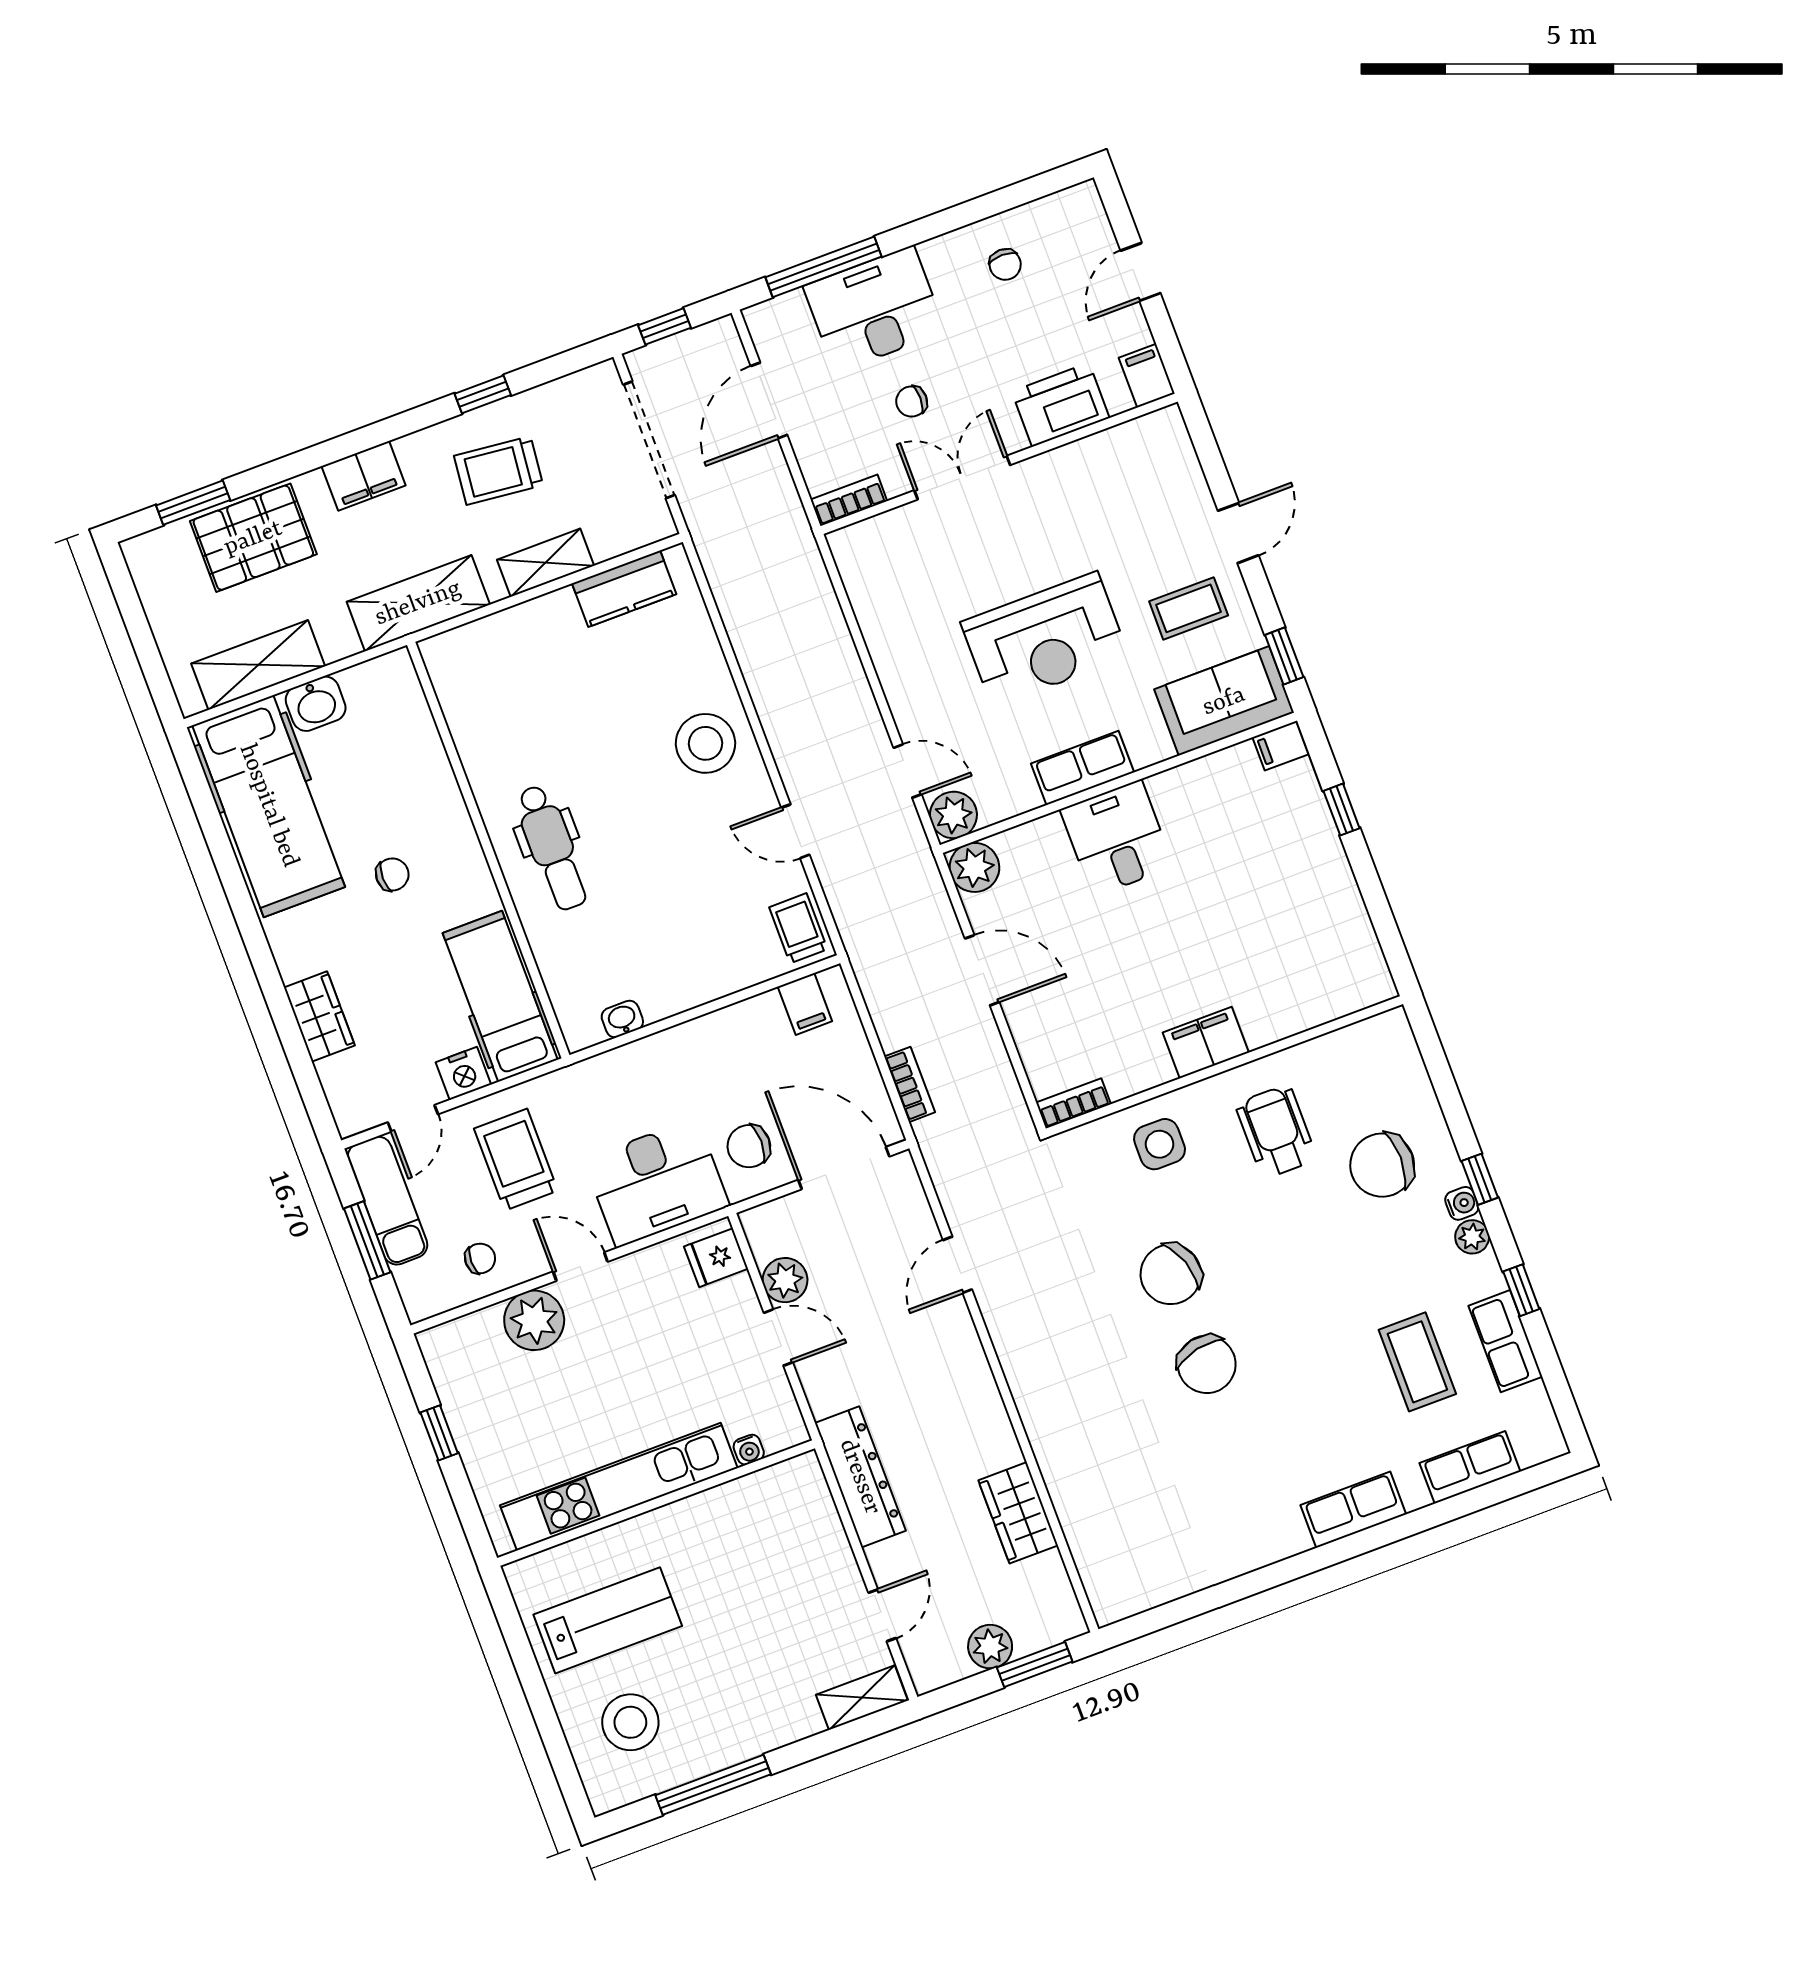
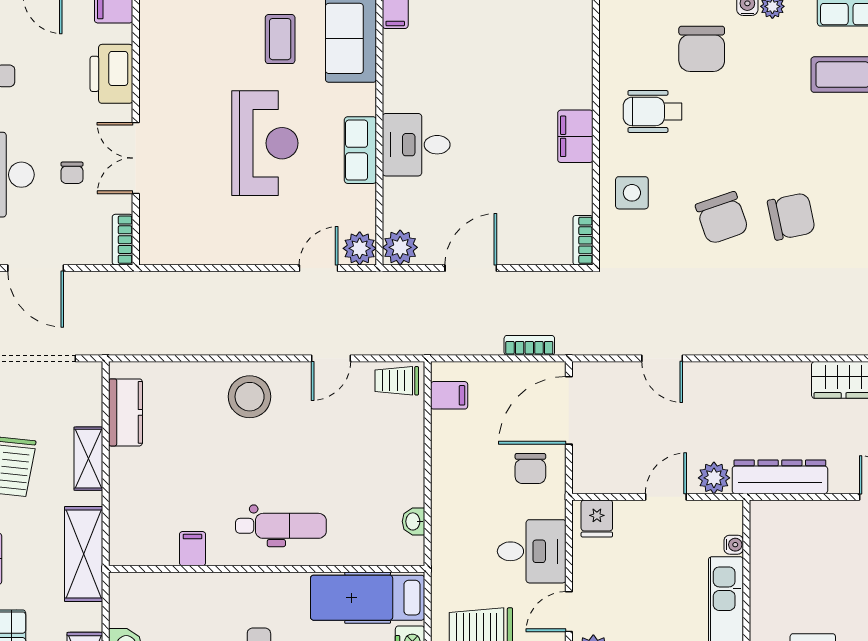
filing cabinet: (479, 743) -> (192, 549), added
desk: (657, 1183) -> (532, 551), width x0.73
plant: (785, 1280) -> (714, 478), moved

